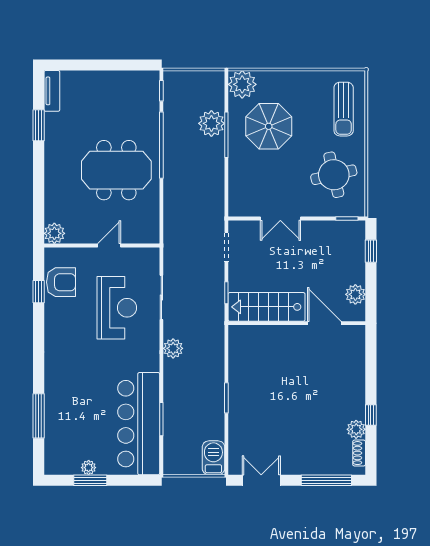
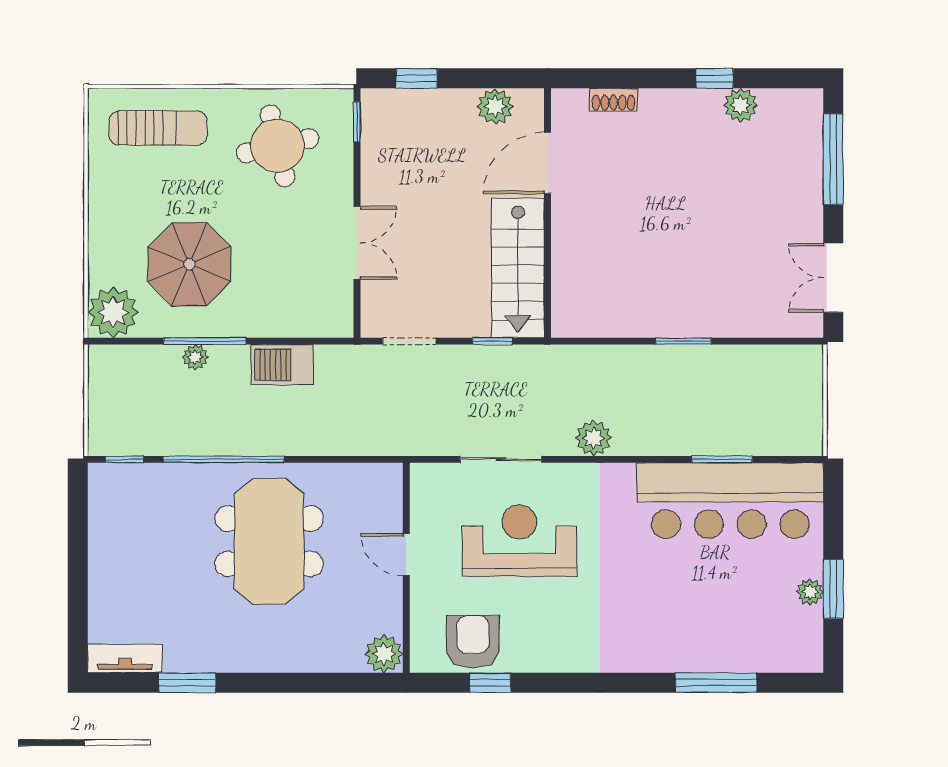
plant: (211, 123) -> (195, 357), width x0.53, depth x0.53
shoe rack: (359, 453) -> (613, 100), moved
barbecue: (213, 458) -> (282, 365), moved

